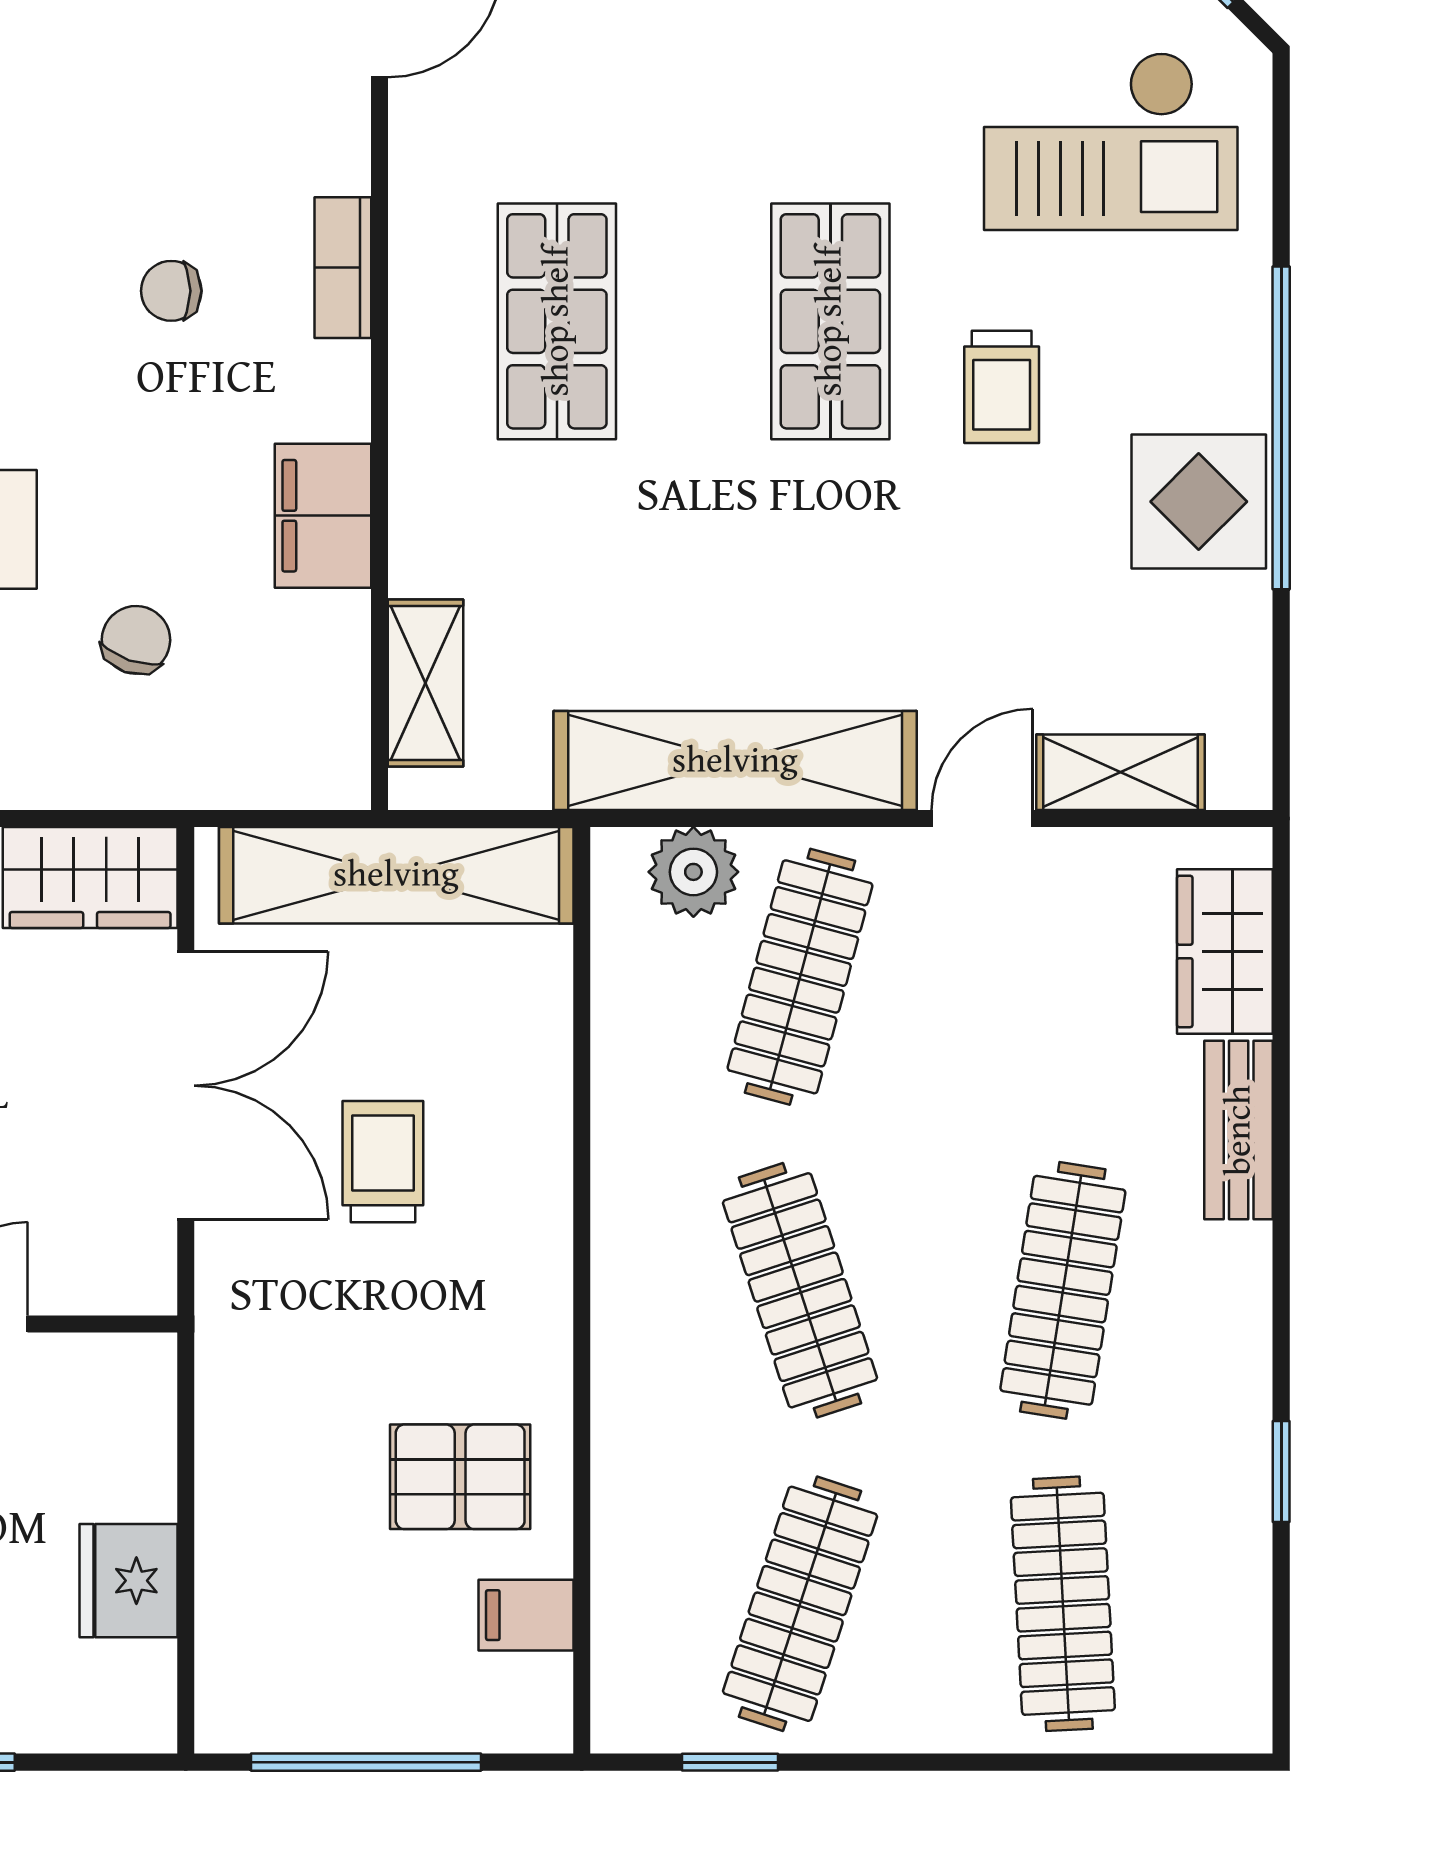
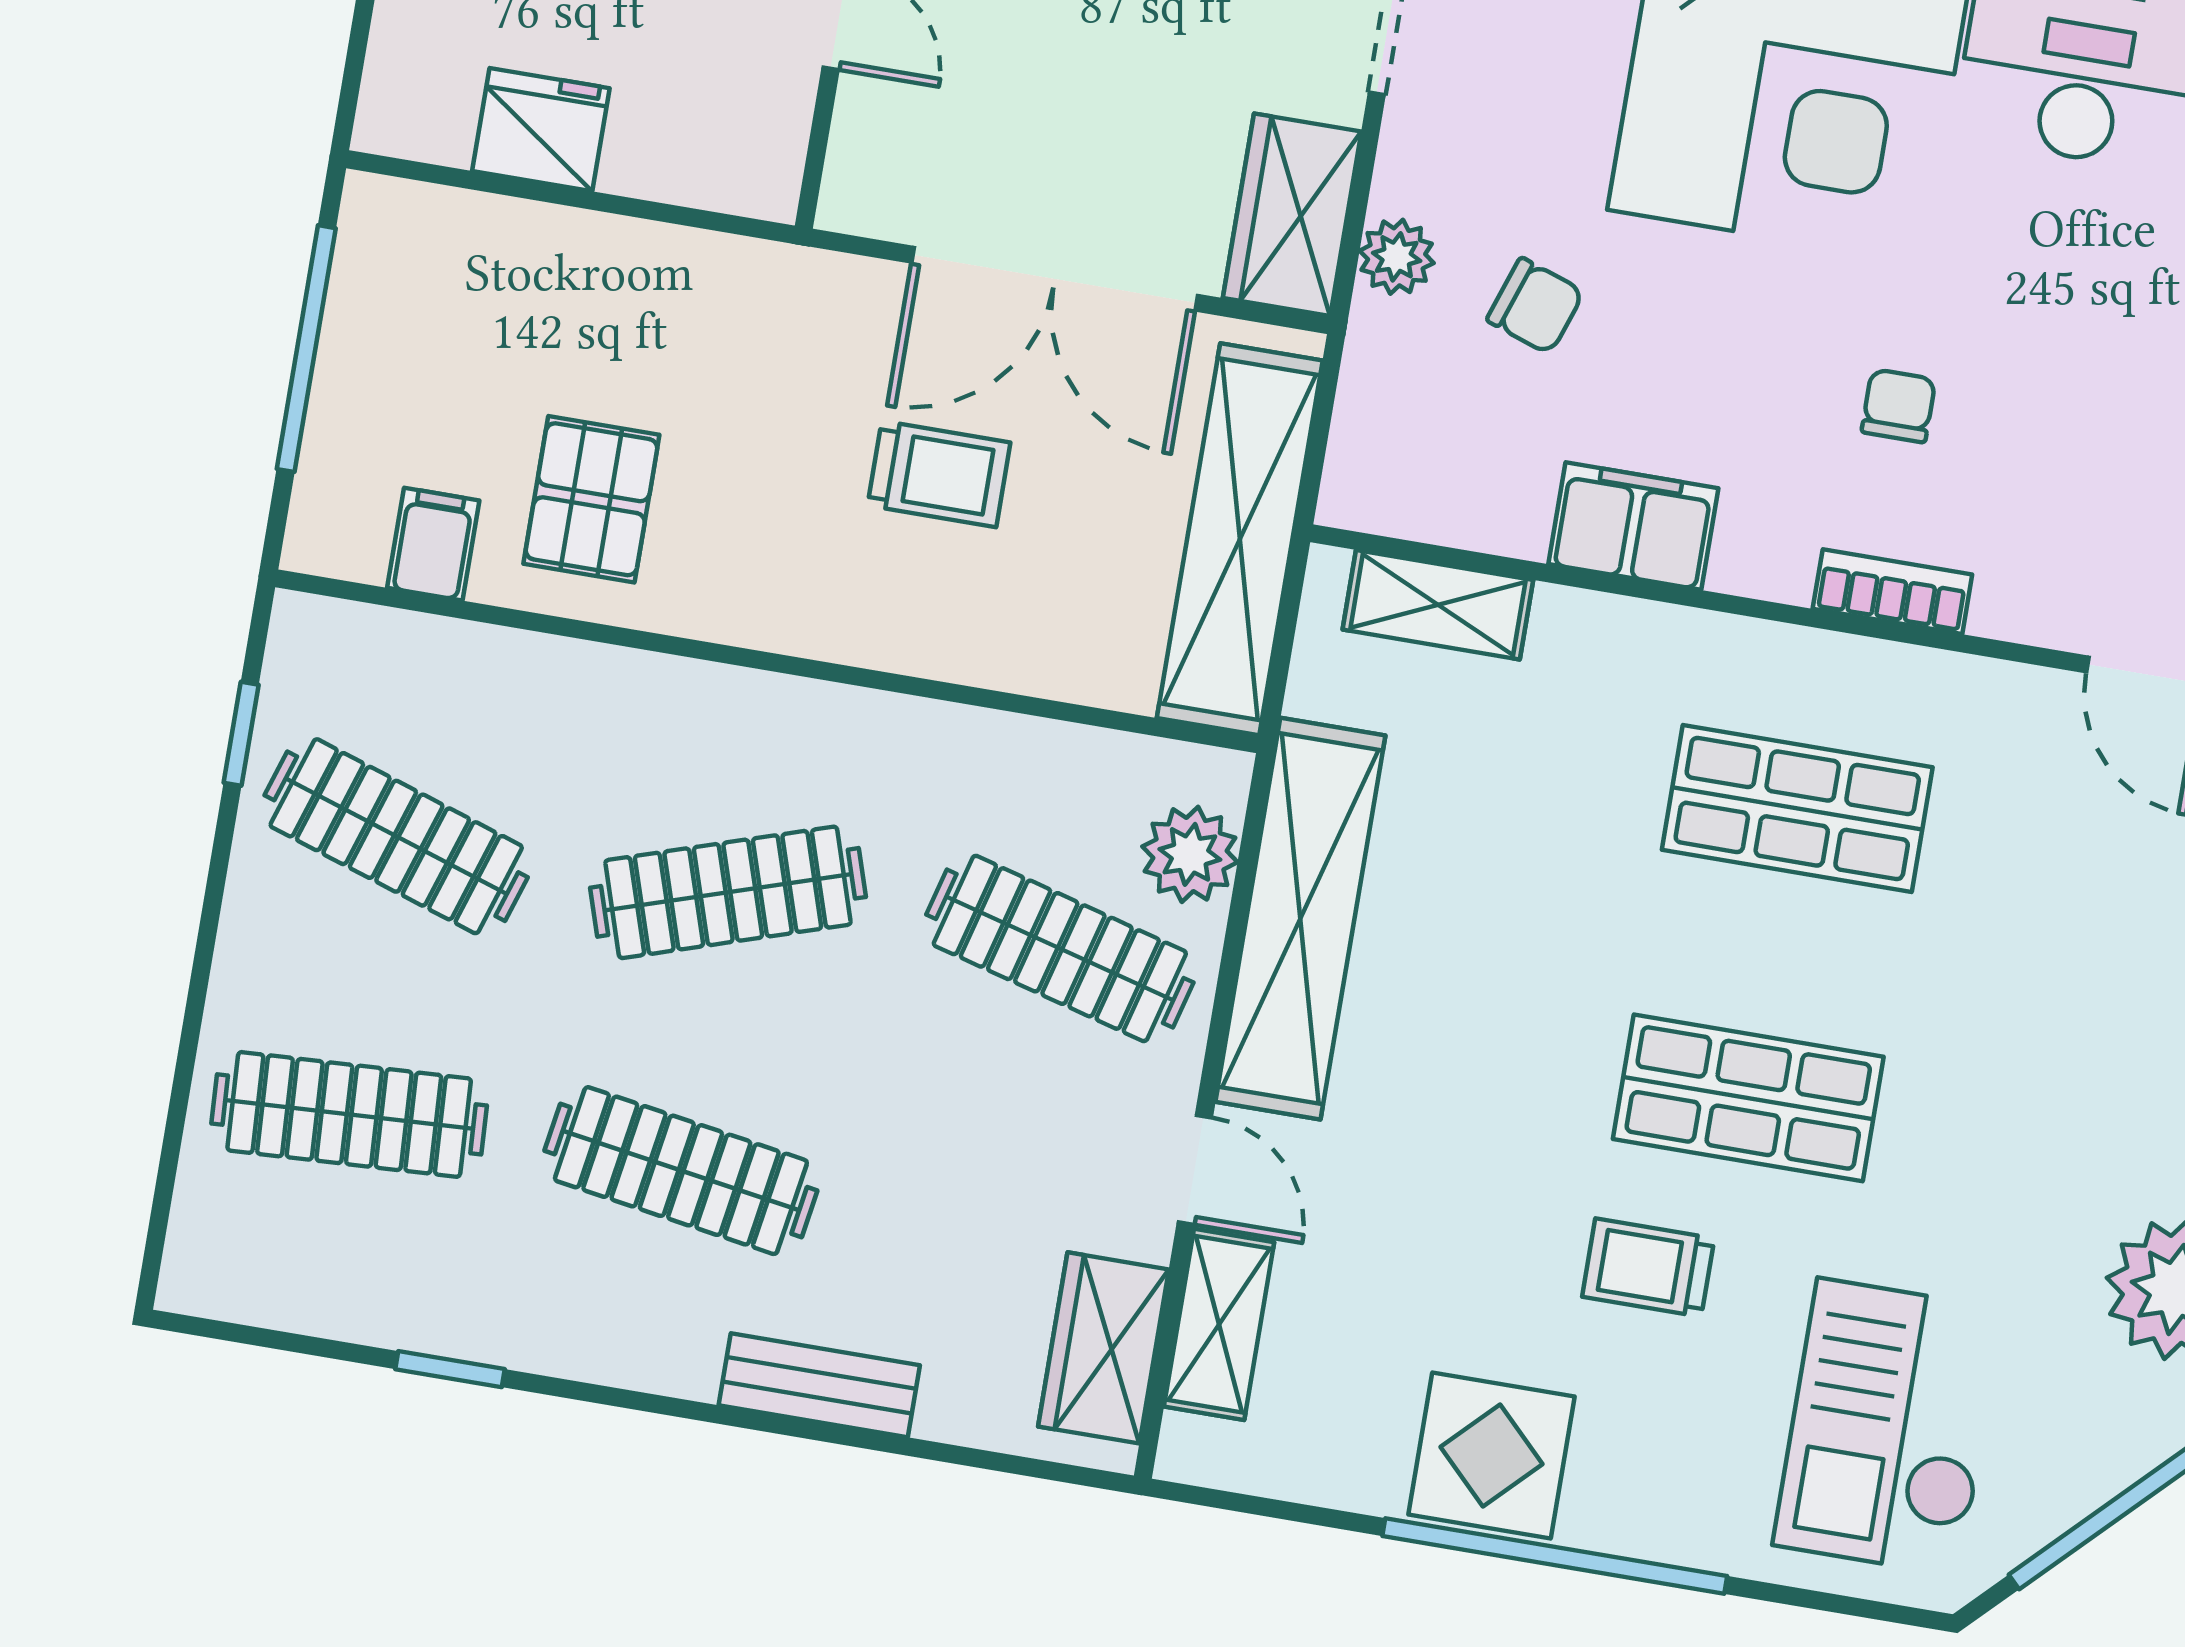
plant: (112, 775) -> (1397, 257), added
wardrobe: (1225, 951) -> (1103, 1348), moved, turned -90

